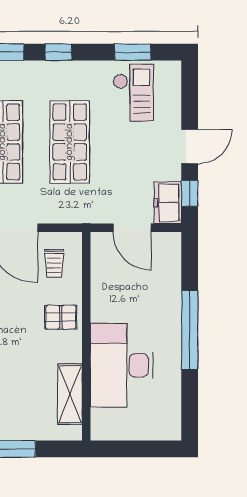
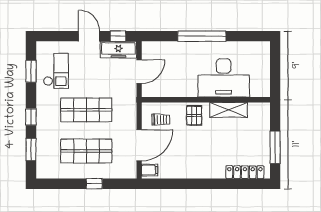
checkout: (133, 93) -> (56, 71), turned 90
freezer: (168, 203) -> (118, 50), width x1.40
shelving: (70, 394) -> (229, 110), moved

